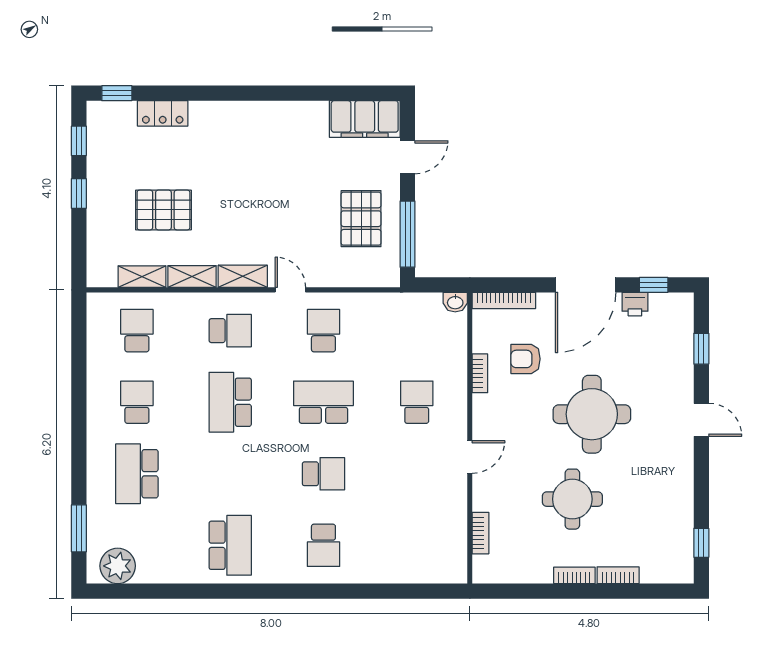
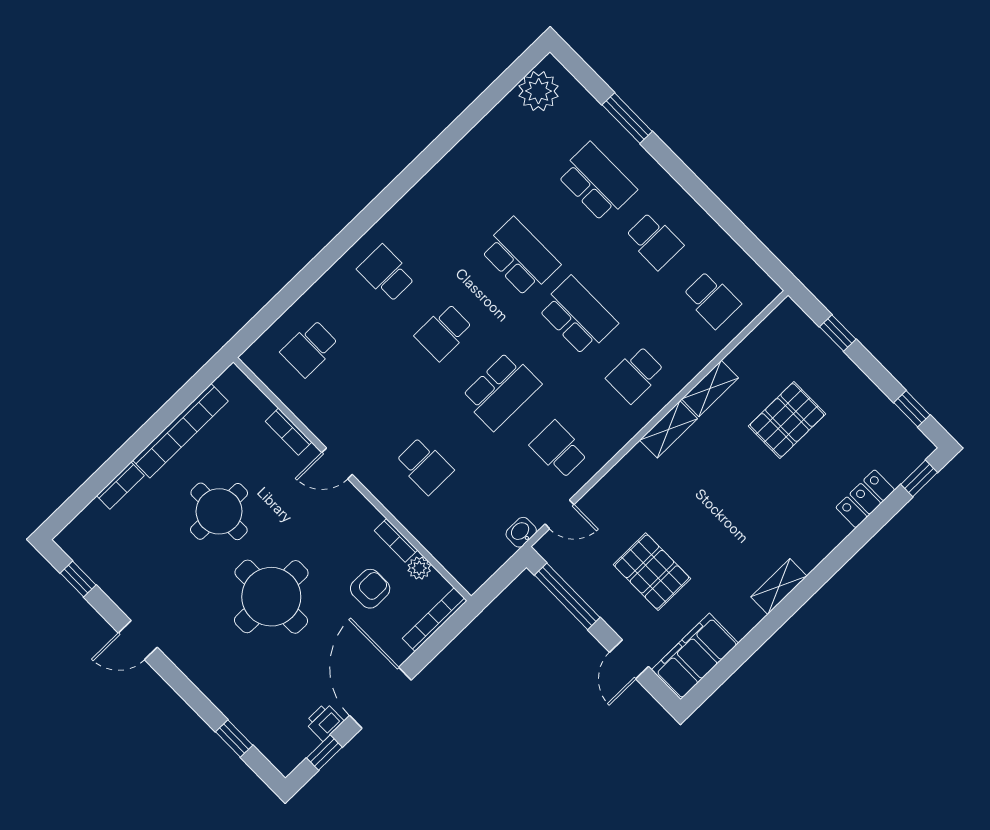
window: (79, 194) -> (838, 333), moved
pallet: (361, 219) -> (652, 572), moved
shelving: (142, 277) -> (779, 586), moved
door: (290, 290) -> (560, 514), moved
washbasin: (455, 302) -> (521, 532), moved
school desk: (323, 331) -> (559, 450), turned 180
plant: (482, 342) -> (419, 568), added
door: (701, 420) -> (138, 640), moved
door: (470, 457) -> (337, 463), hinge flipped
window: (79, 528) -> (627, 118), moved
bookcase: (481, 533) -> (289, 432), moved
school desk: (230, 545) -> (520, 257), moved, turned 180
school desk: (417, 545) -> (310, 348), added
bookcase: (574, 575) -> (180, 431), width x2.31, depth x1.31

